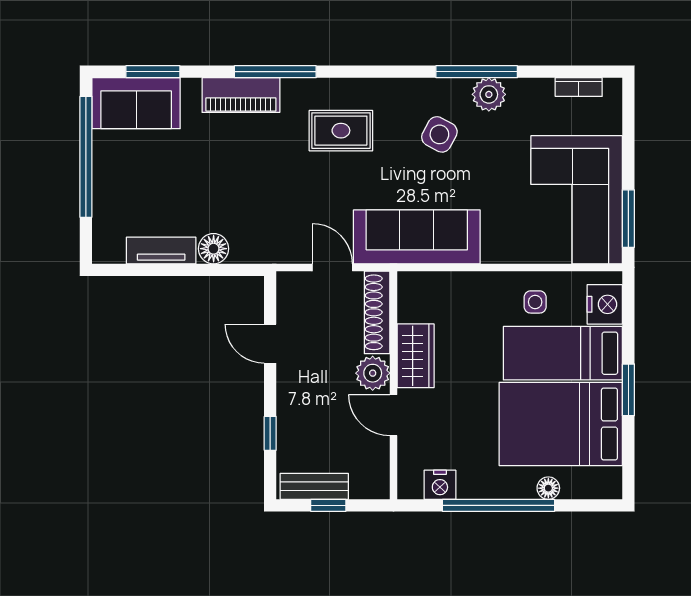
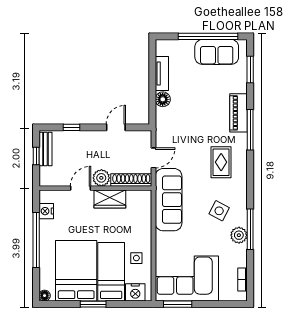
sofa: (136, 103) -> (217, 52), moved, turned -90
floor lamp: (548, 488) -> (45, 296), moved

